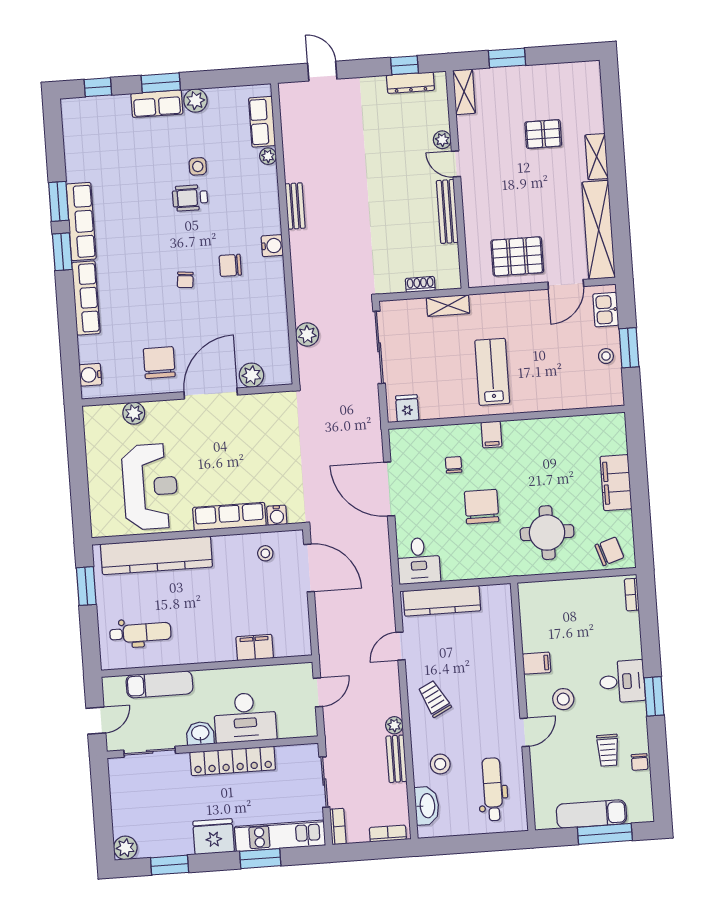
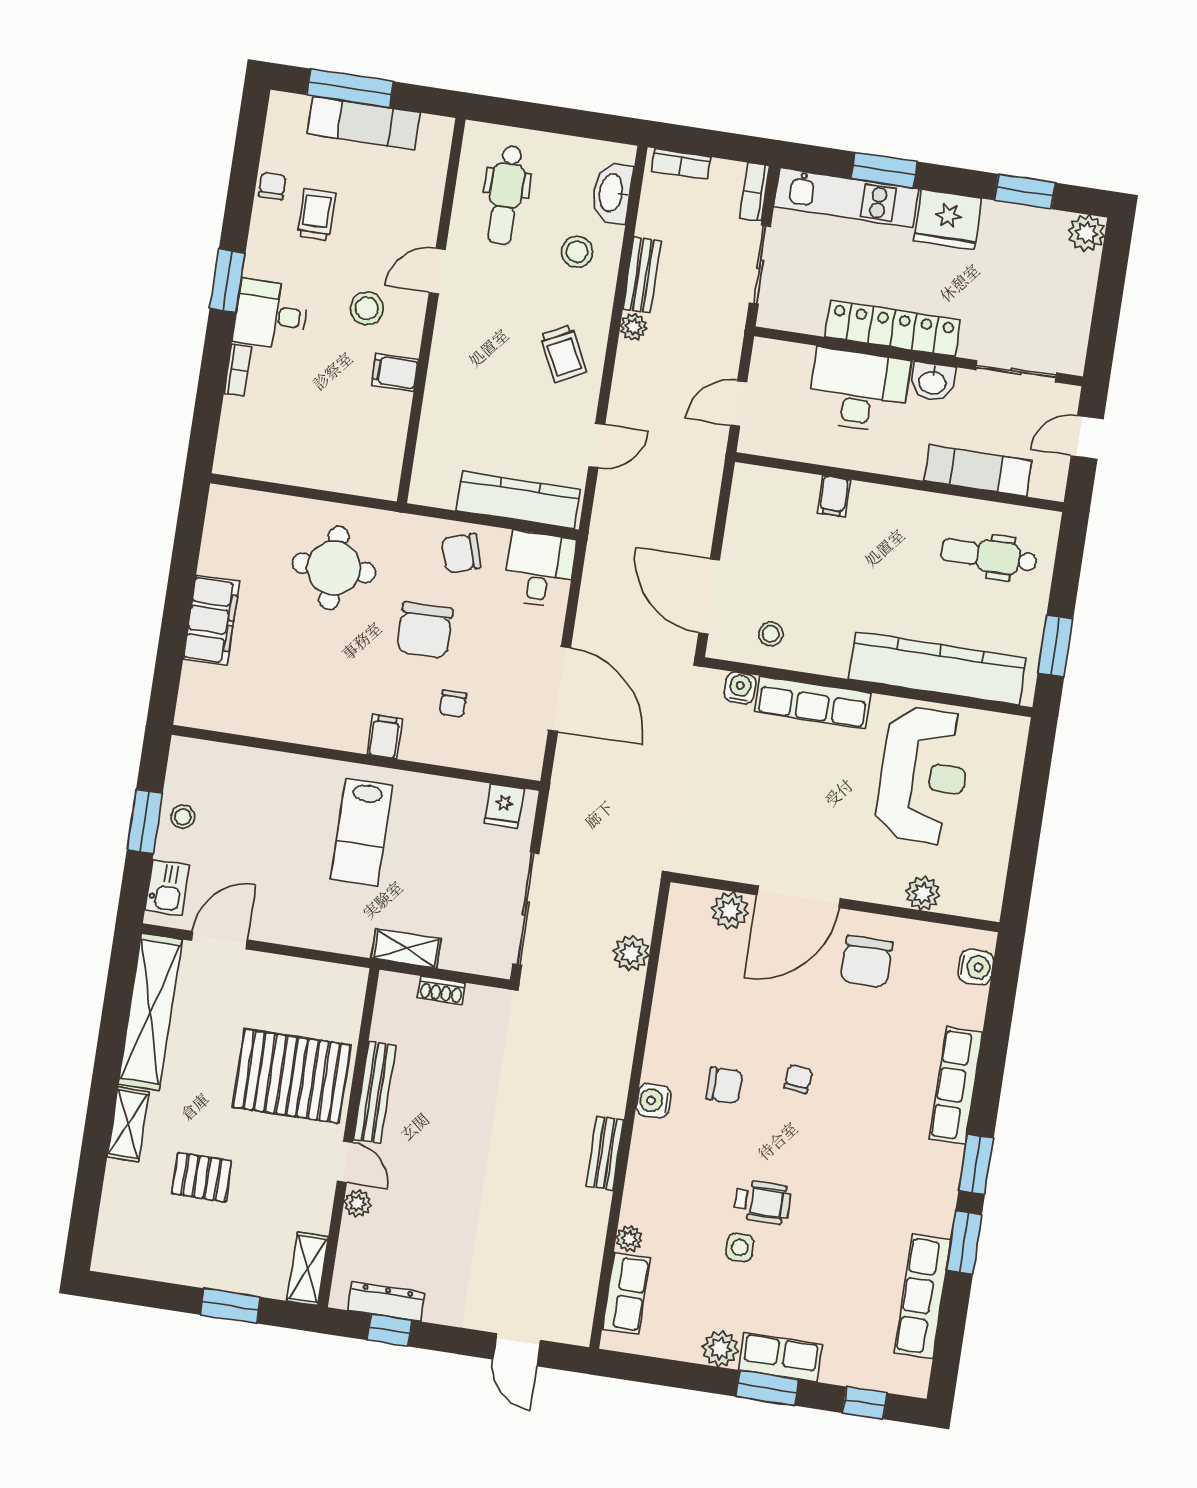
row of seats: (81, 222) -> (923, 1296), moved
pallet: (517, 256) -> (292, 1076), moved, width x1.37, depth x1.41
reception desk: (150, 487) -> (923, 775), turned 180
chair: (609, 551) -> (461, 553), moved
bookcase: (632, 595) -> (237, 370), moved
filing cabinet: (255, 647) -> (834, 496), width x0.50

